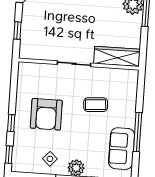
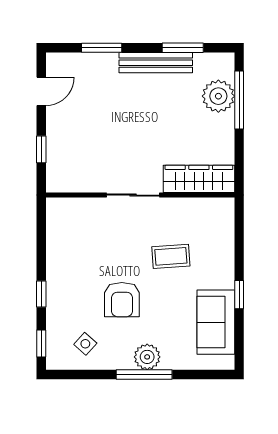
armchair: (46, 114) -> (122, 300), moved, width x0.73, depth x0.73
window: (138, 132) -> (239, 295), width x0.46
side table: (50, 159) -> (85, 344), moved

